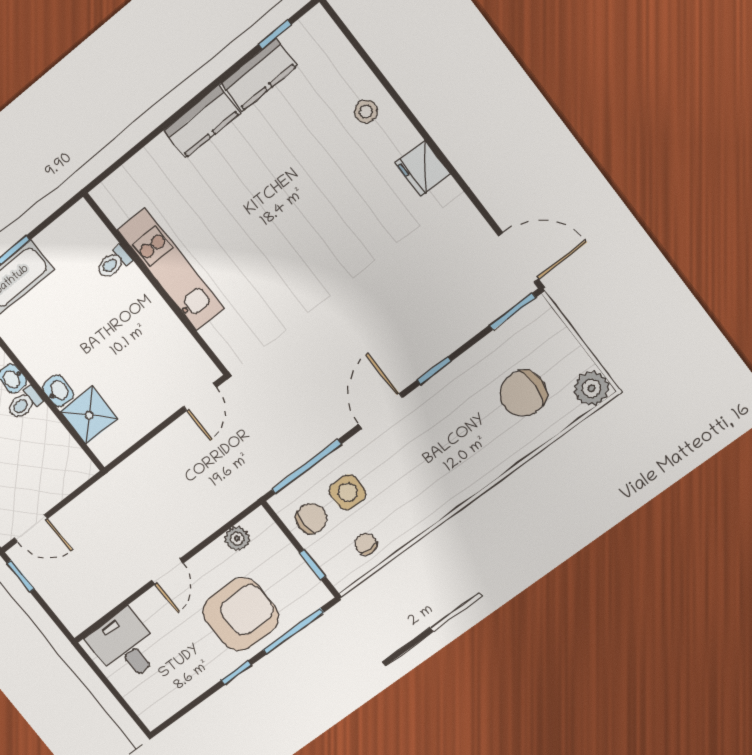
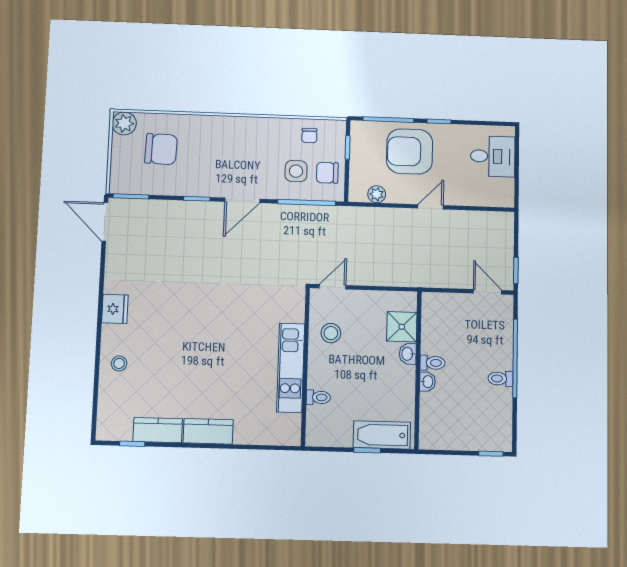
stool: (159, 344) -> (331, 333), added
desk: (125, 646) -> (493, 156), moved, turned -90

